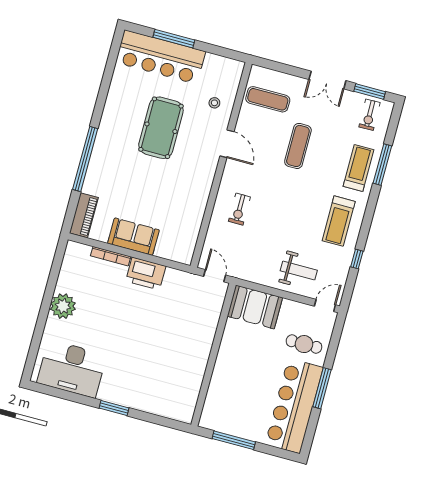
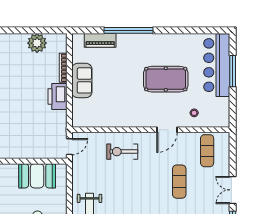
exercise mat: (298, 146) -> (179, 182), turned 90
exercise bike: (239, 209) -> (122, 152), width x1.38, depth x1.39
piano: (84, 215) -> (100, 40), moved
plant: (63, 306) -> (37, 43), moved
booth: (255, 307) -> (37, 176), moved, turned 90

